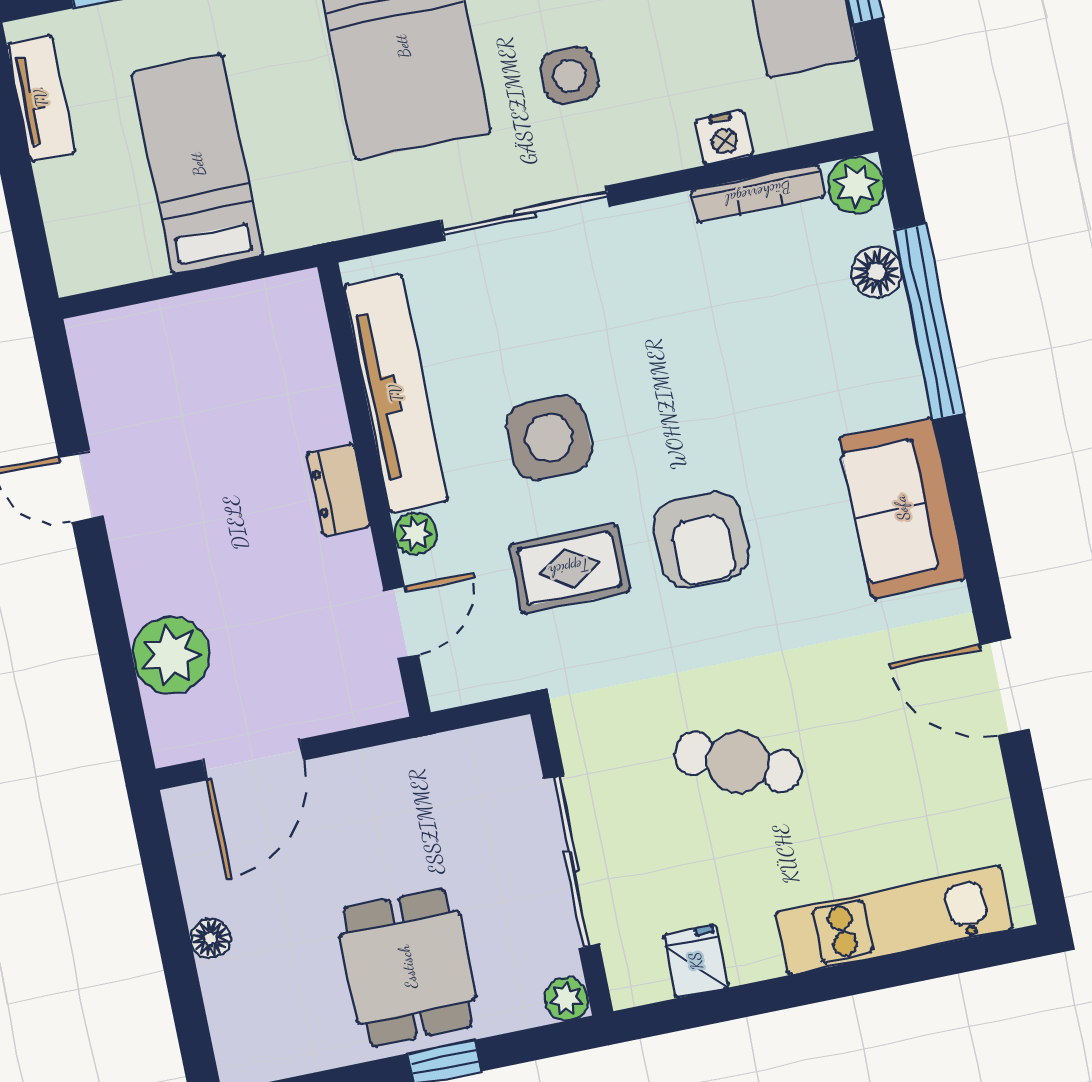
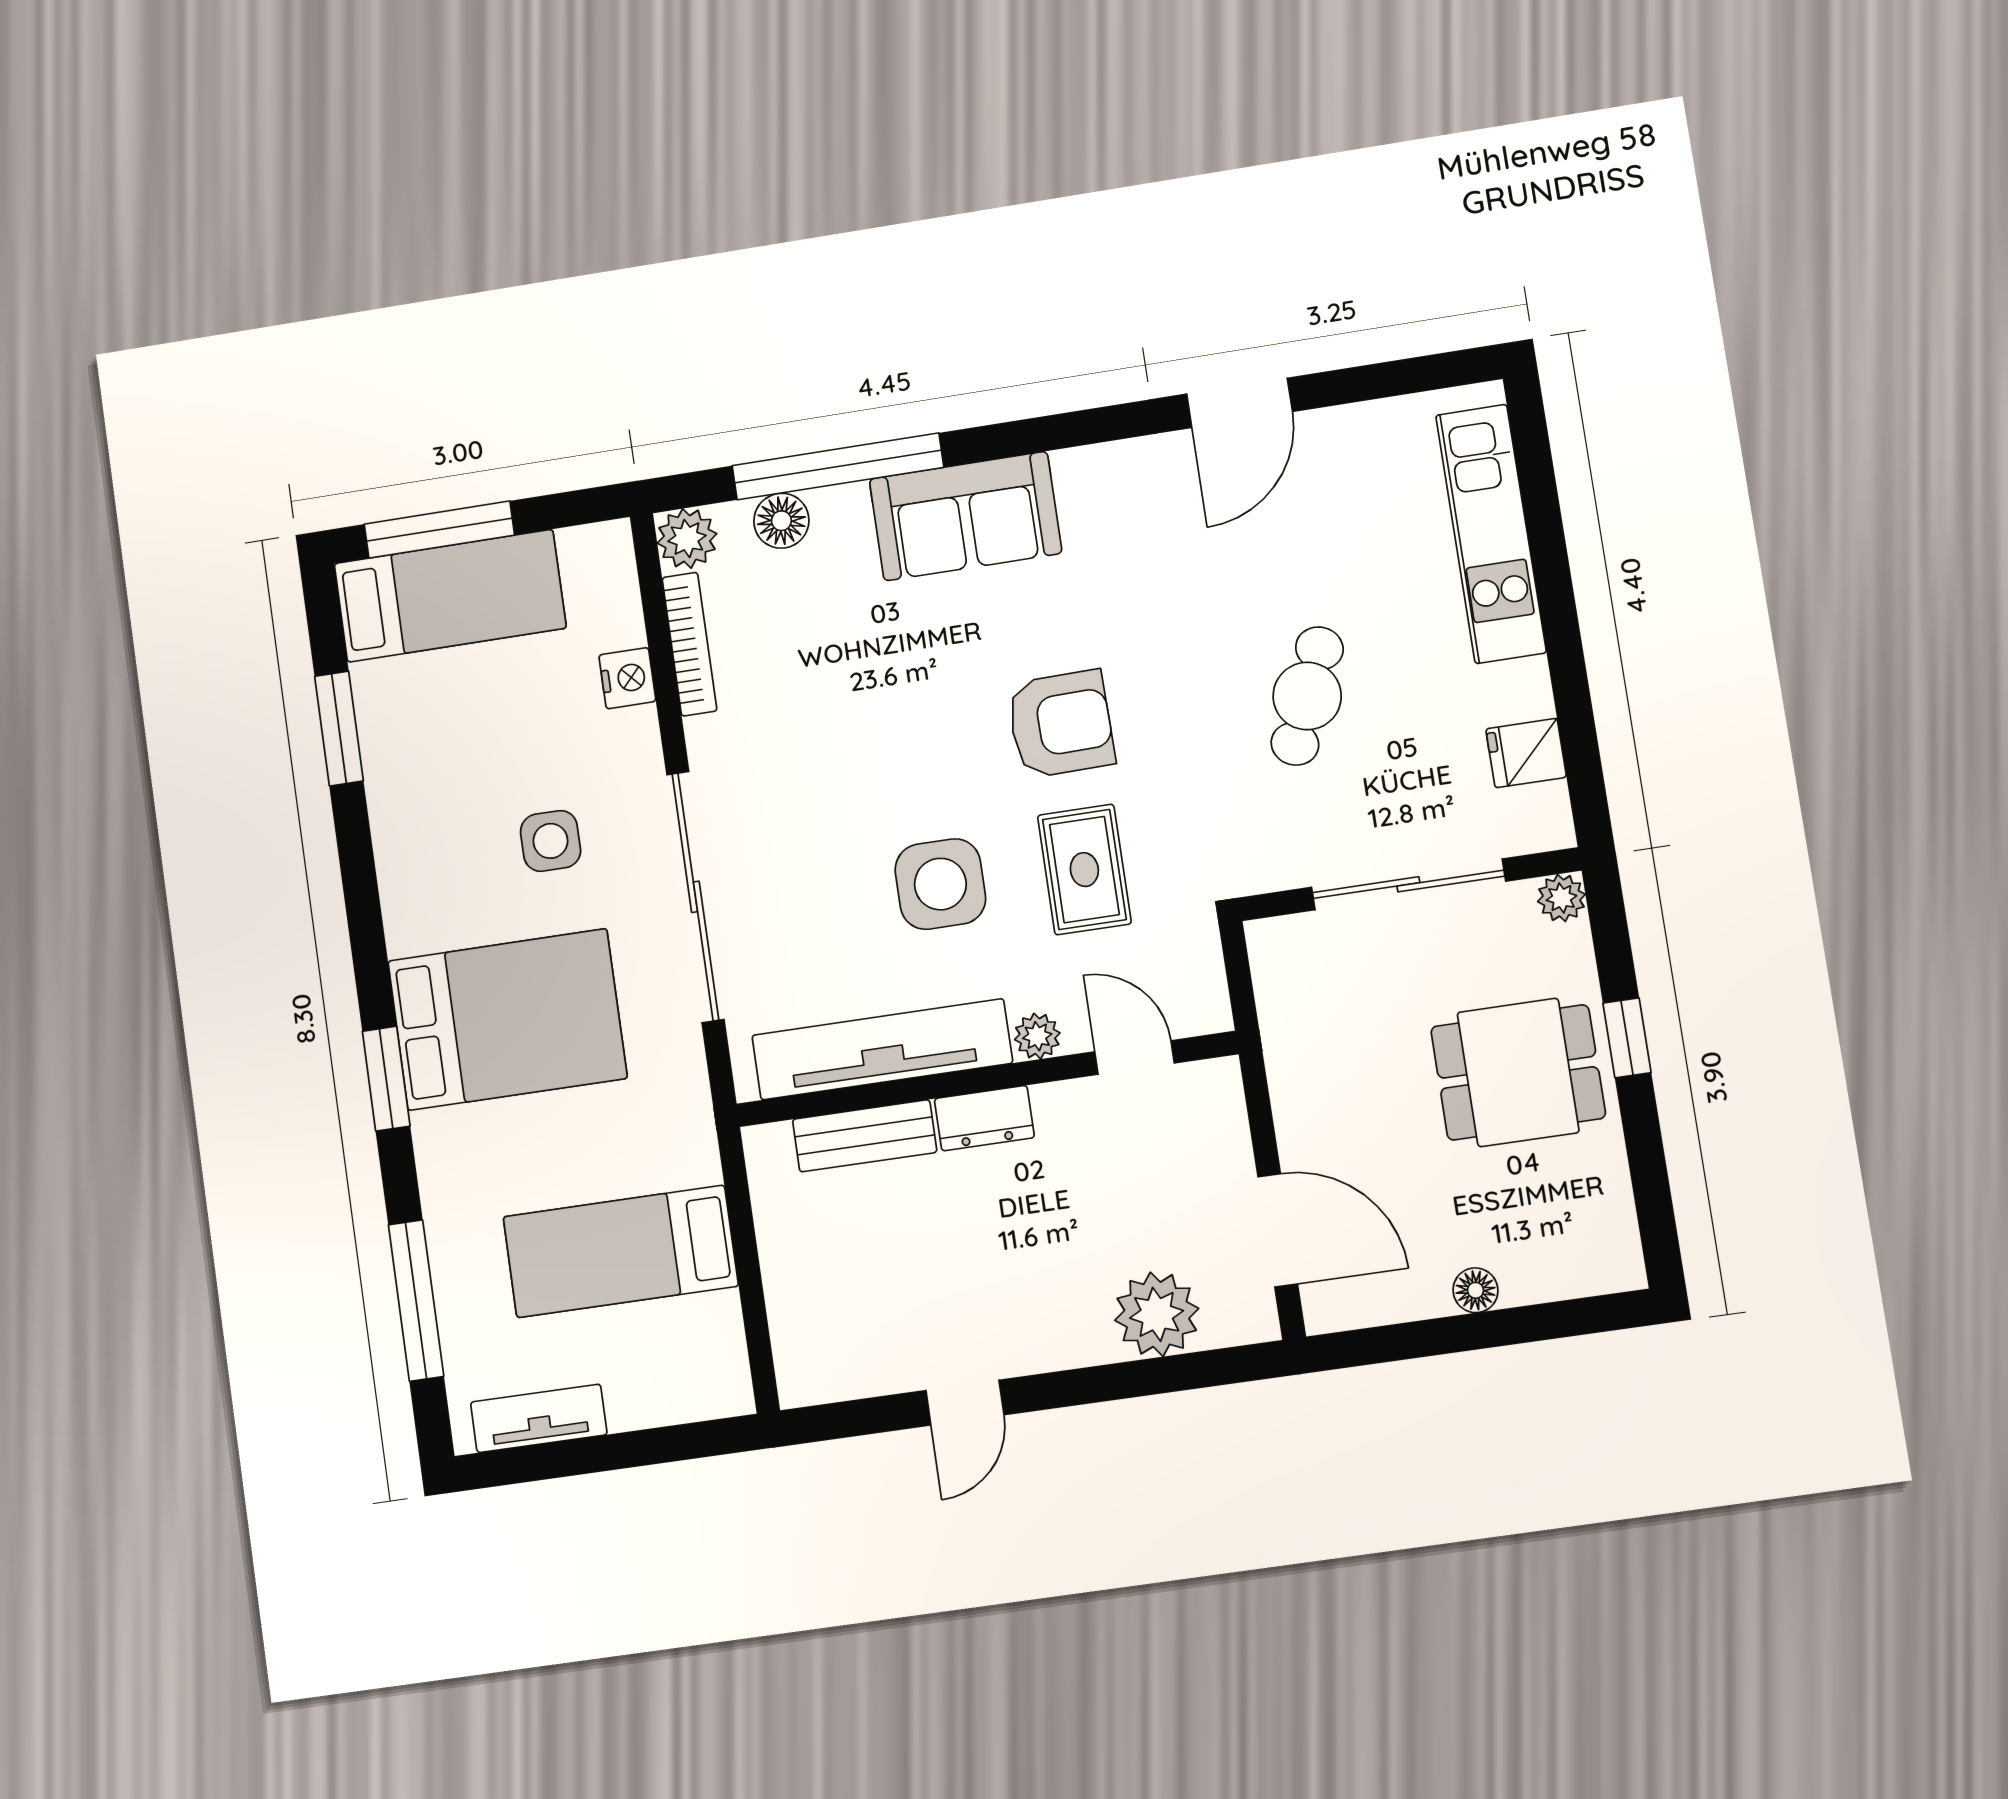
sliding door: (525, 213) -> (695, 897), width x1.36
bench: (316, 382) -> (865, 1136), added
sofa: (902, 508) -> (965, 516), moved

